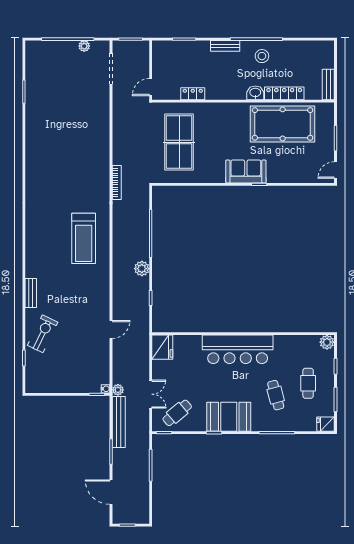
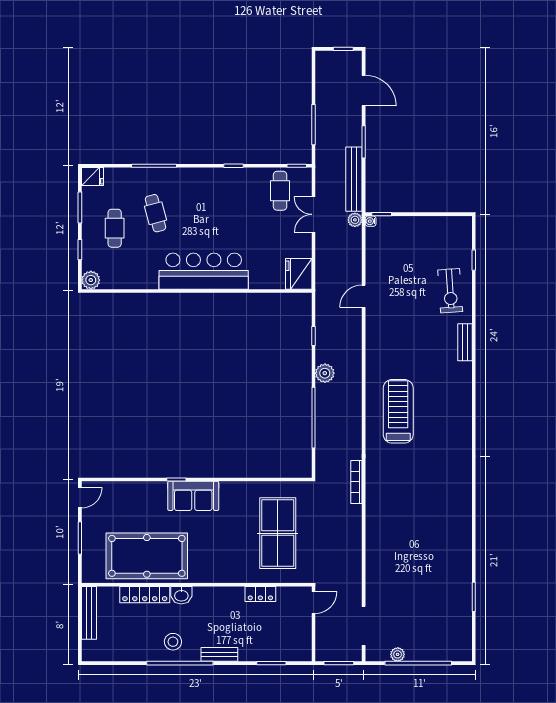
bench: (328, 85) -> (89, 613), width x1.36
exercise bike: (43, 334) -> (450, 291), turned -30
cafe table: (177, 413) -> (280, 191), turned -50
booth: (229, 417) -> (215, 186), removed

